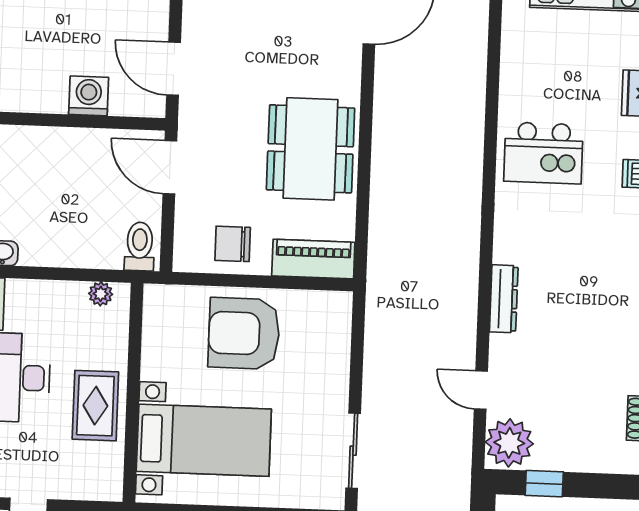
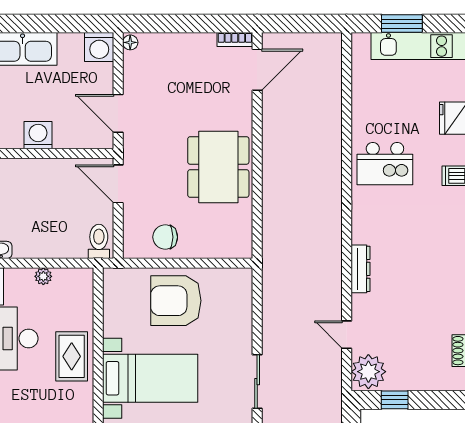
washing machine: (89, 96) -> (38, 135), moved
piano: (313, 259) -> (223, 246), removed
plant: (101, 294) -> (43, 276), moved

